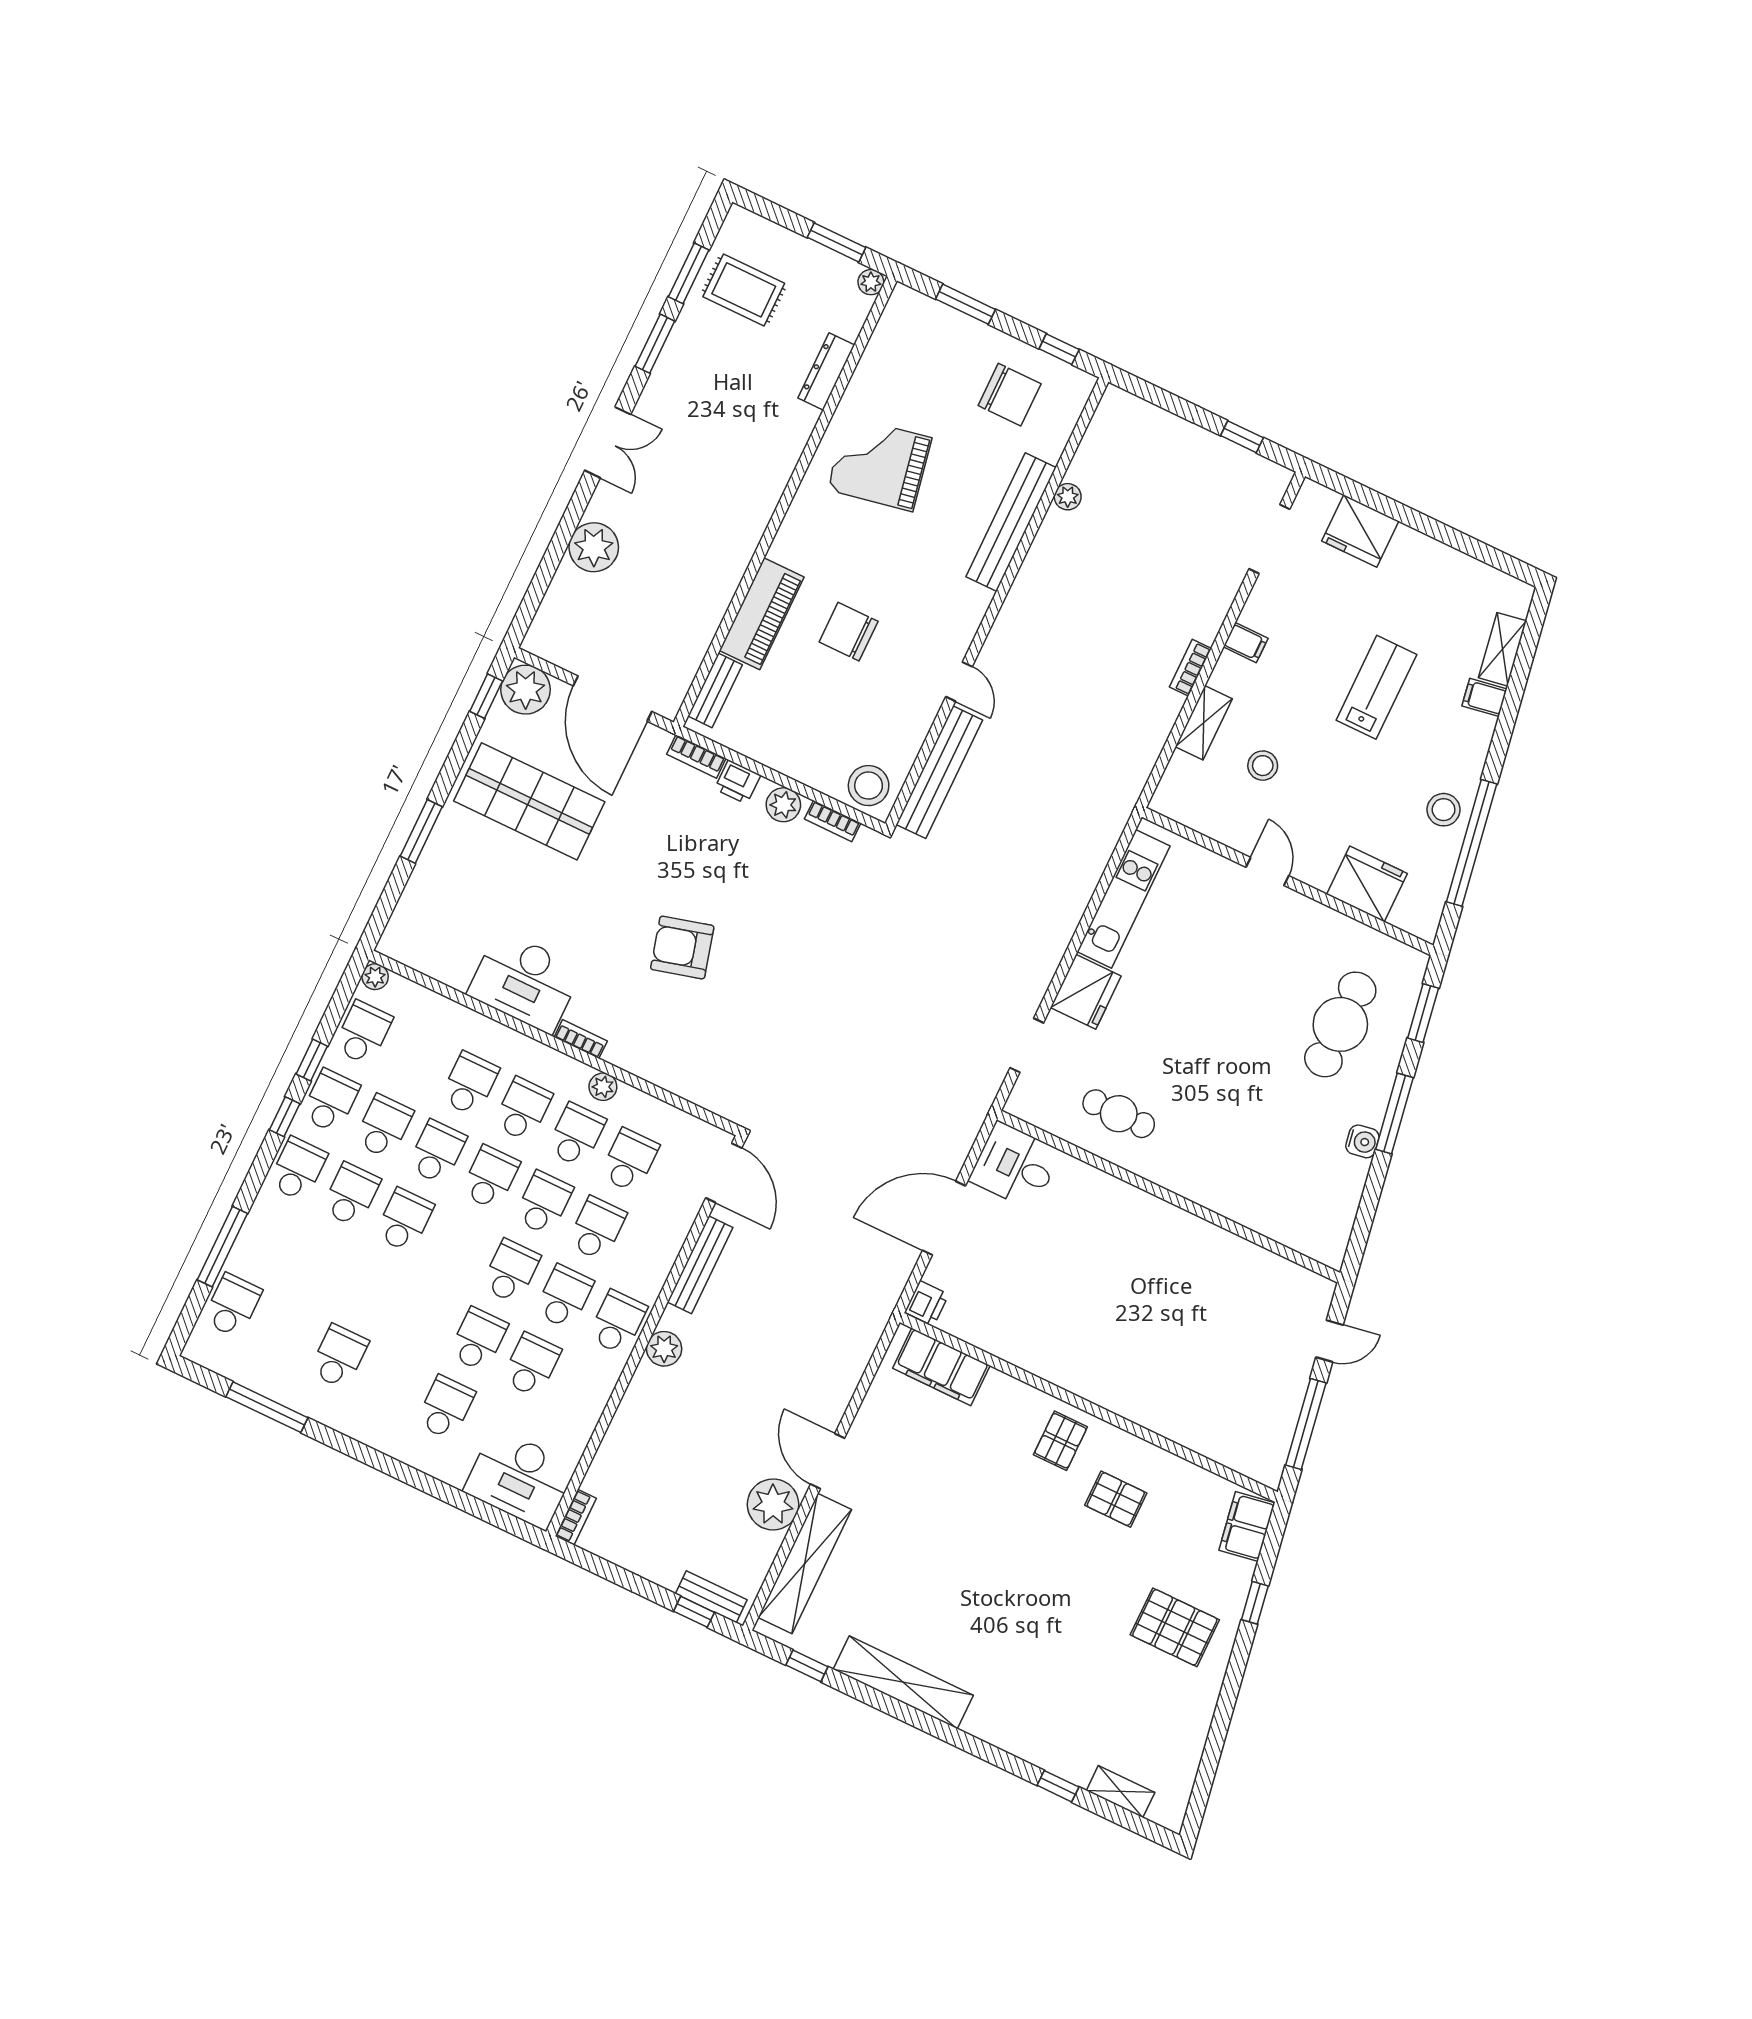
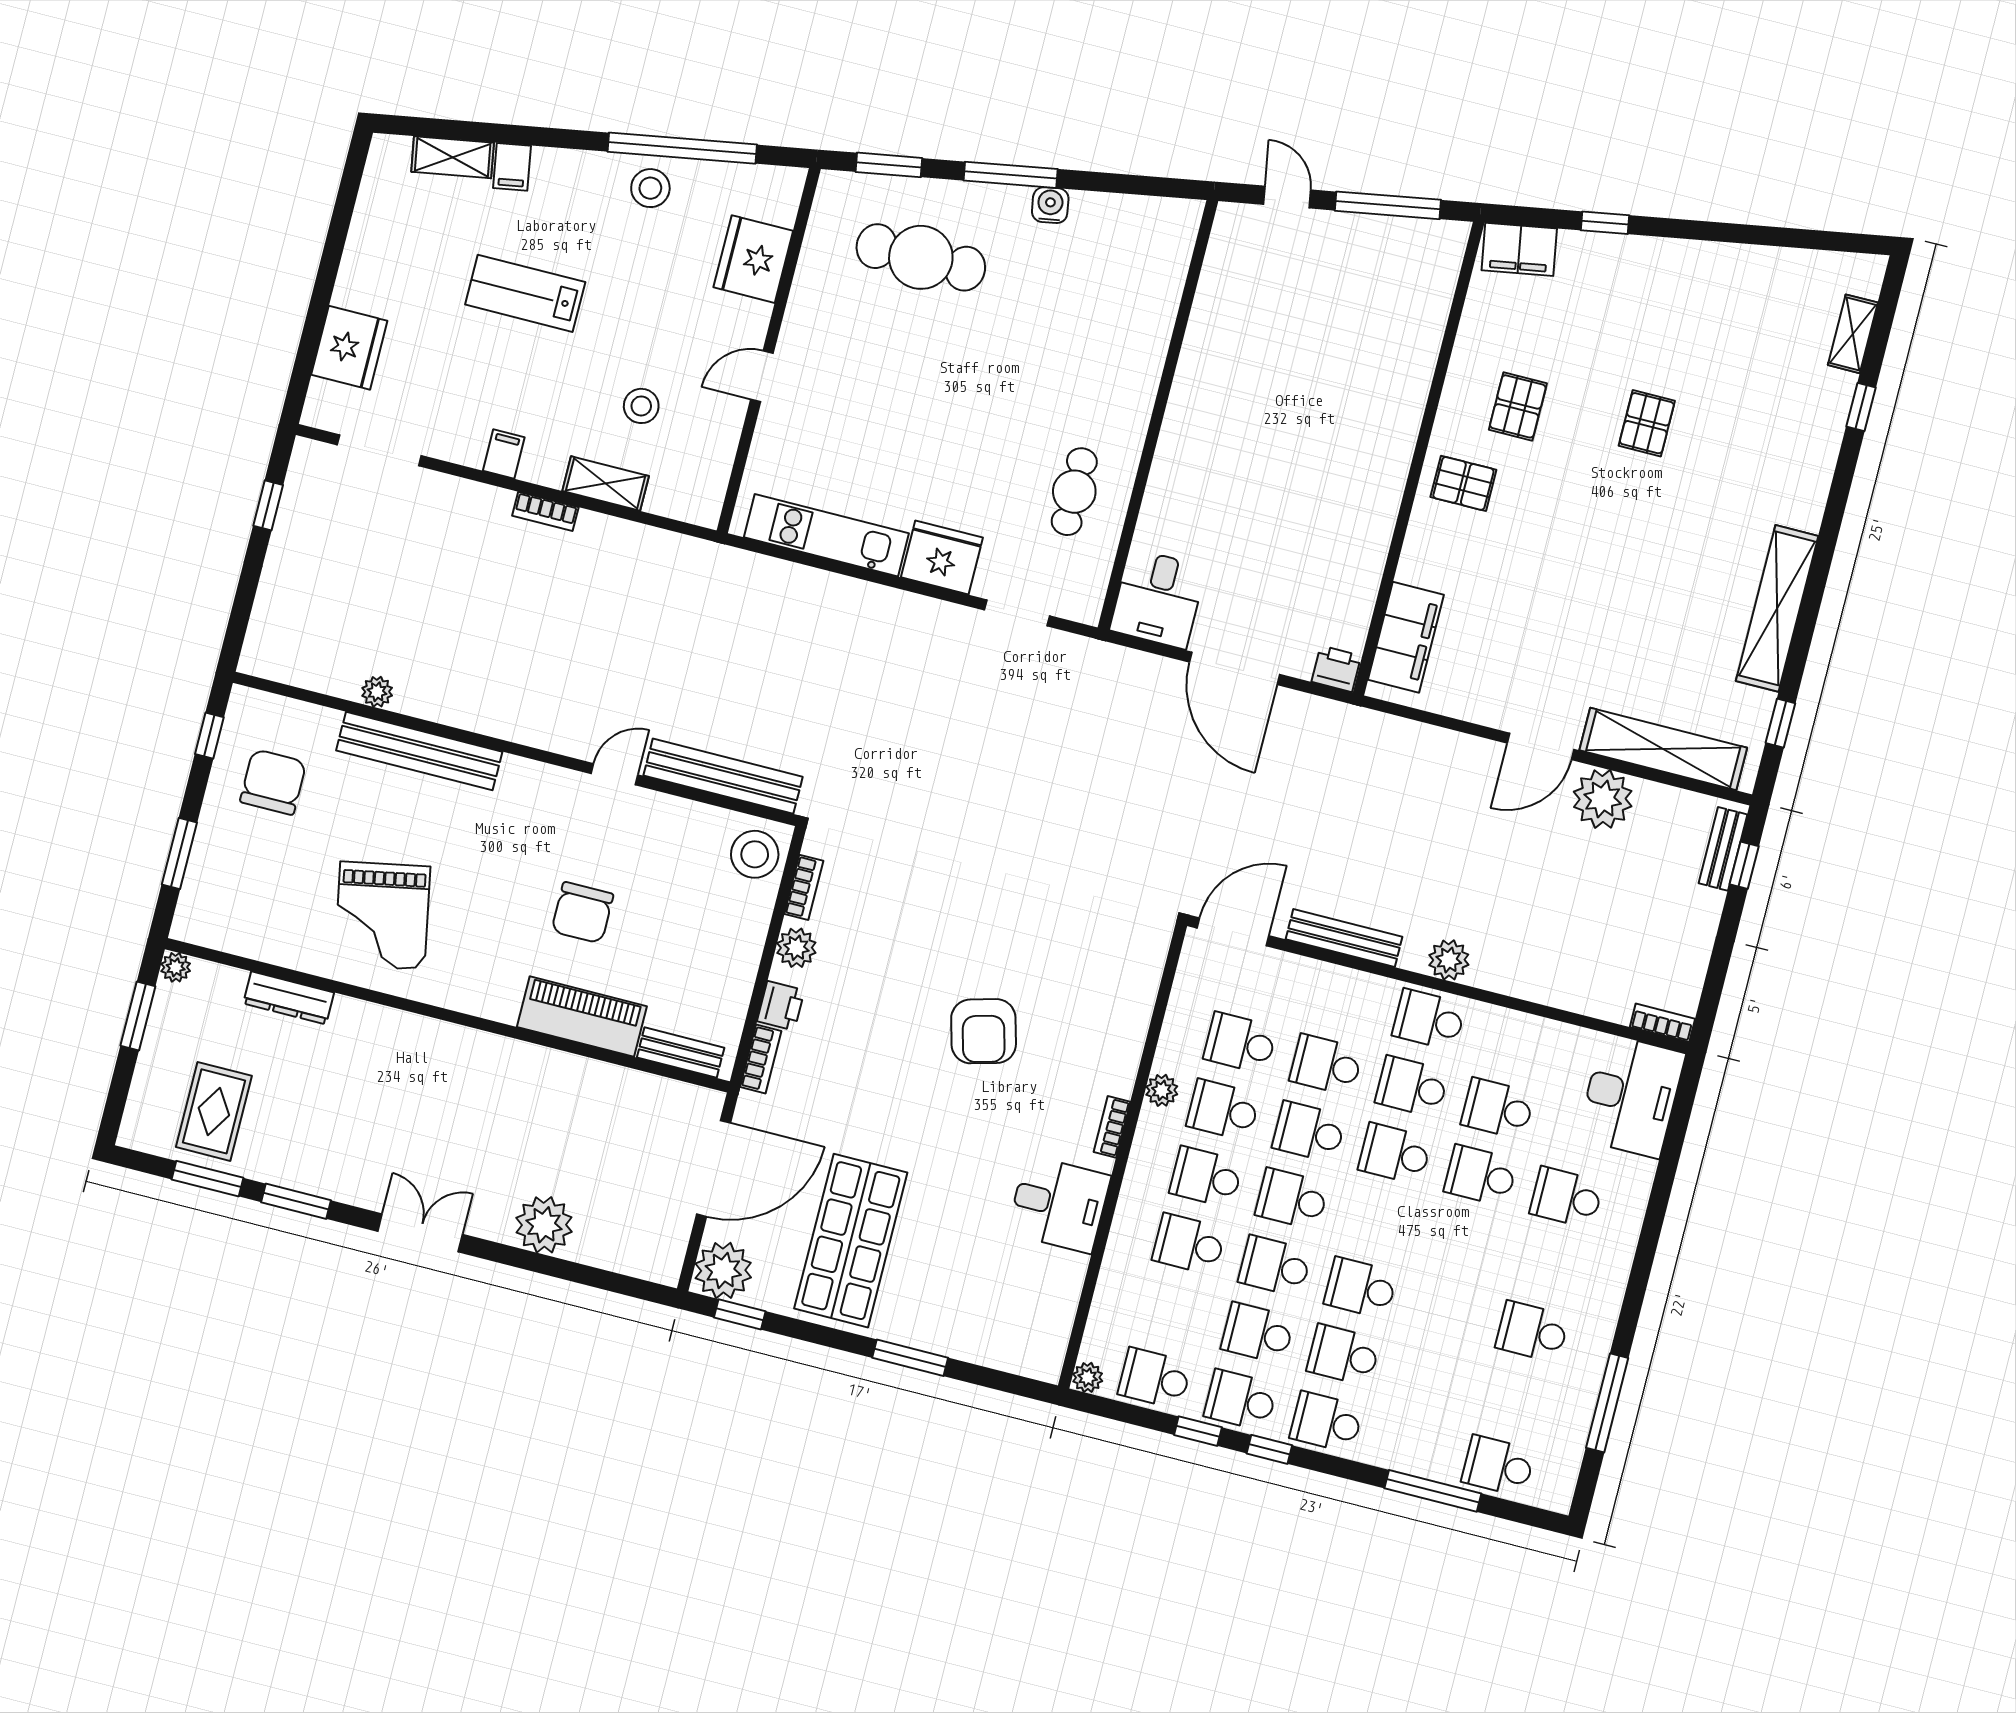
desk: (525, 982) -> (1059, 1204), width x0.73
pallet: (1175, 1627) -> (1647, 423), moved, width x0.67, depth x0.71

